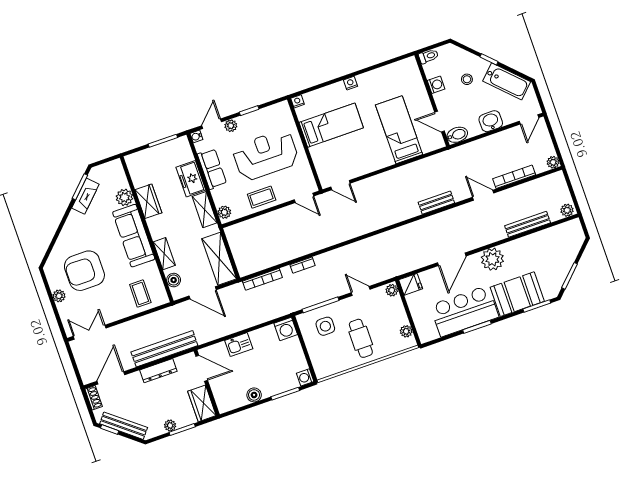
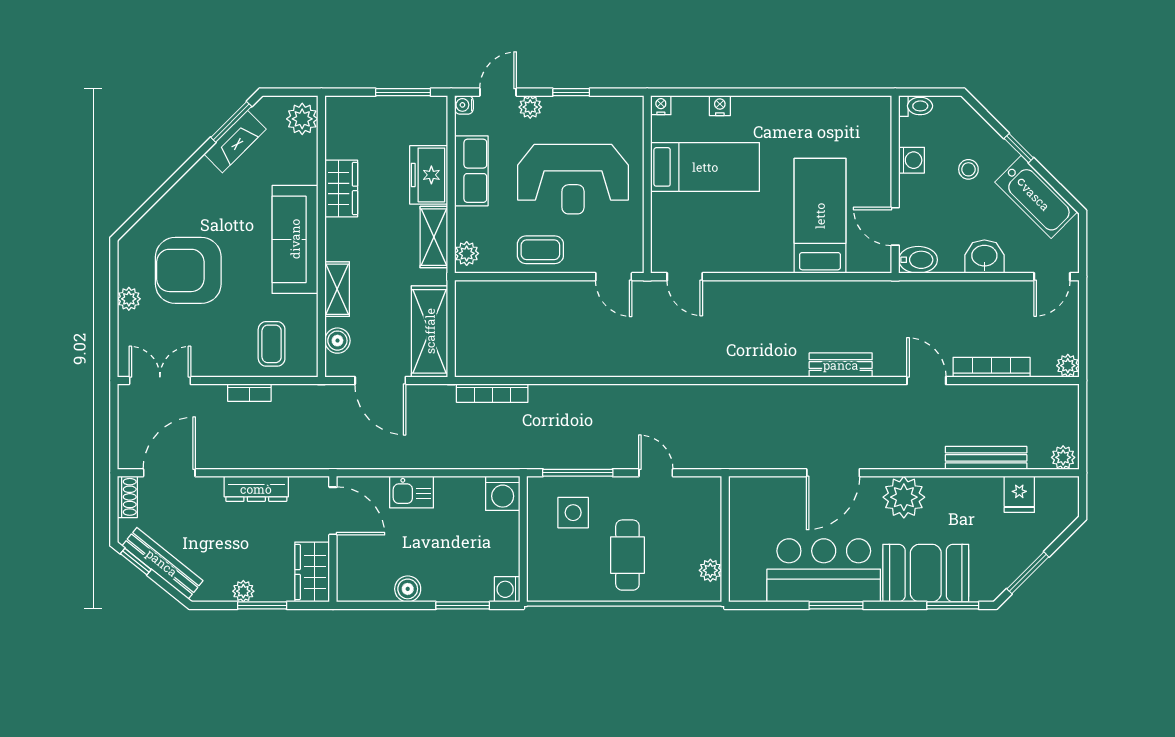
nightstand: (351, 83) -> (720, 106), moved
reception desk: (266, 155) -> (573, 179), turned 180
plant: (124, 197) -> (302, 119), moved
bookcase: (302, 265) -> (249, 393), moved
fridge: (411, 284) -> (1019, 494), moved, turned 90
plant: (392, 290) -> (710, 490), removed
bench: (164, 349) -> (280, 454), removed

